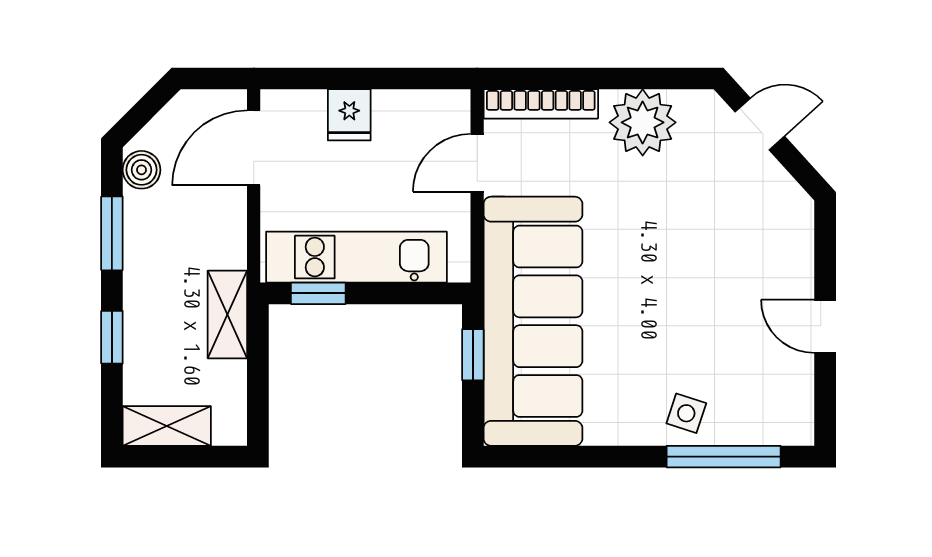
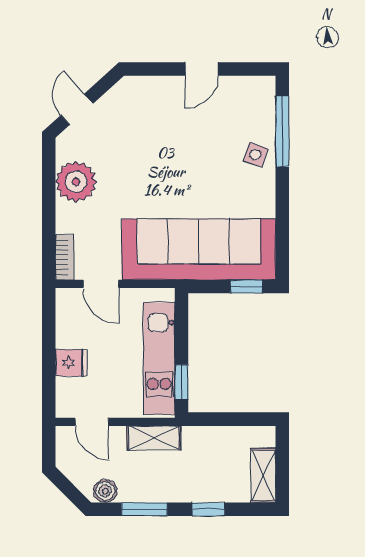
bookcase: (541, 104) -> (65, 257), width x0.64
door: (254, 148) -> (92, 422), width x0.73
shelving: (227, 314) -> (154, 438), moved
window: (473, 355) -> (246, 287), moved

